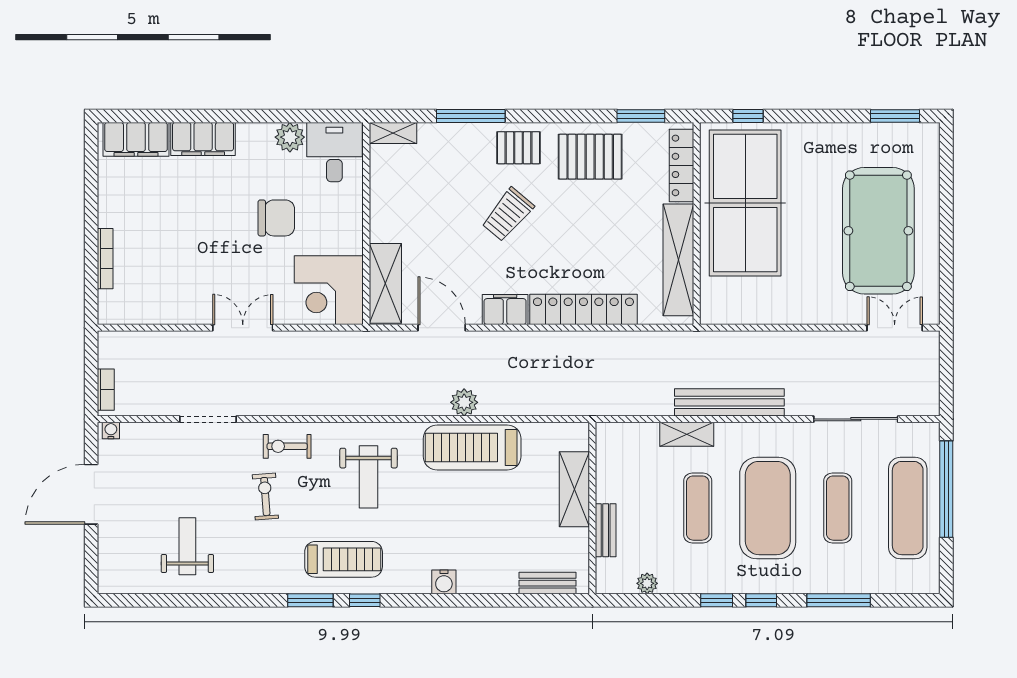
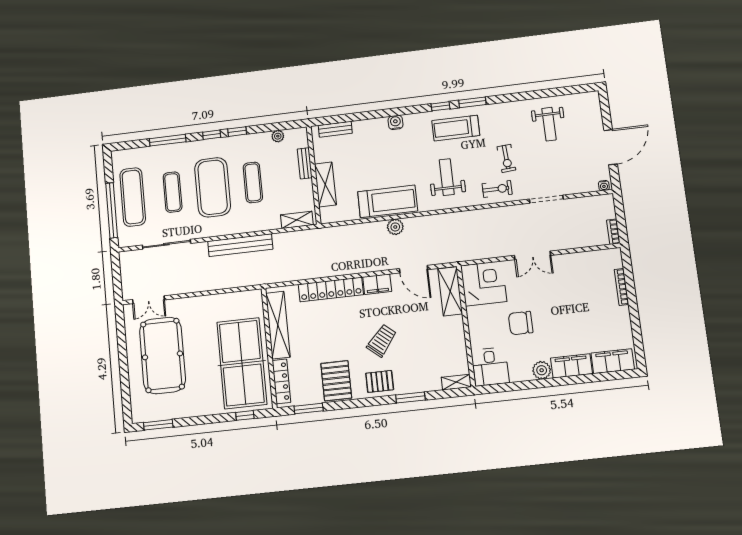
window: (471, 116) -> (410, 398), width x0.69
plant: (290, 137) -> (542, 370), moved
pallet: (590, 157) -> (336, 381), turned 90
bookcase: (106, 390) -> (613, 232), moved
shelving: (687, 434) -> (297, 220), moved

